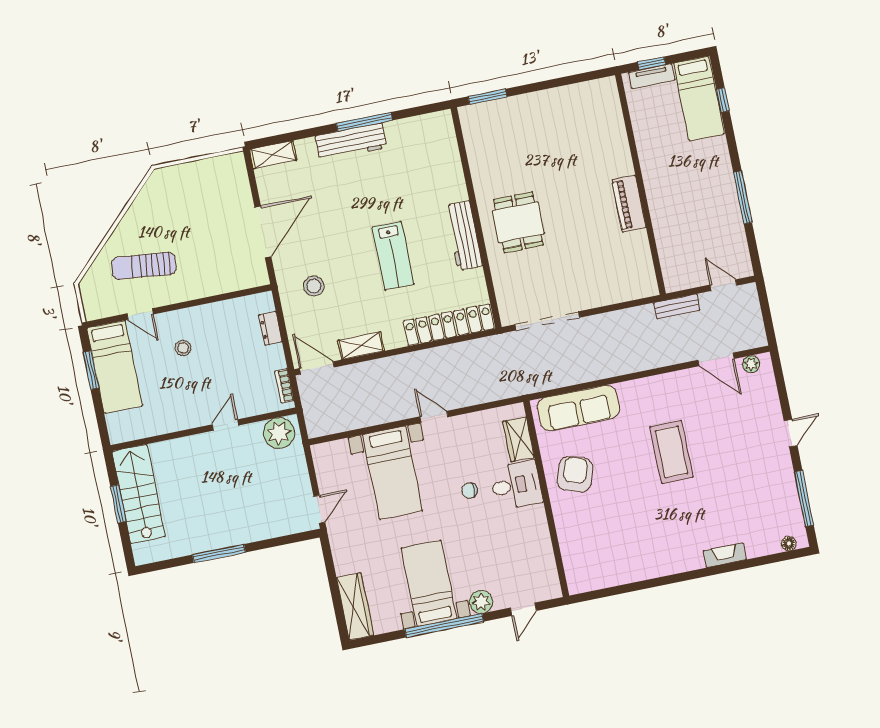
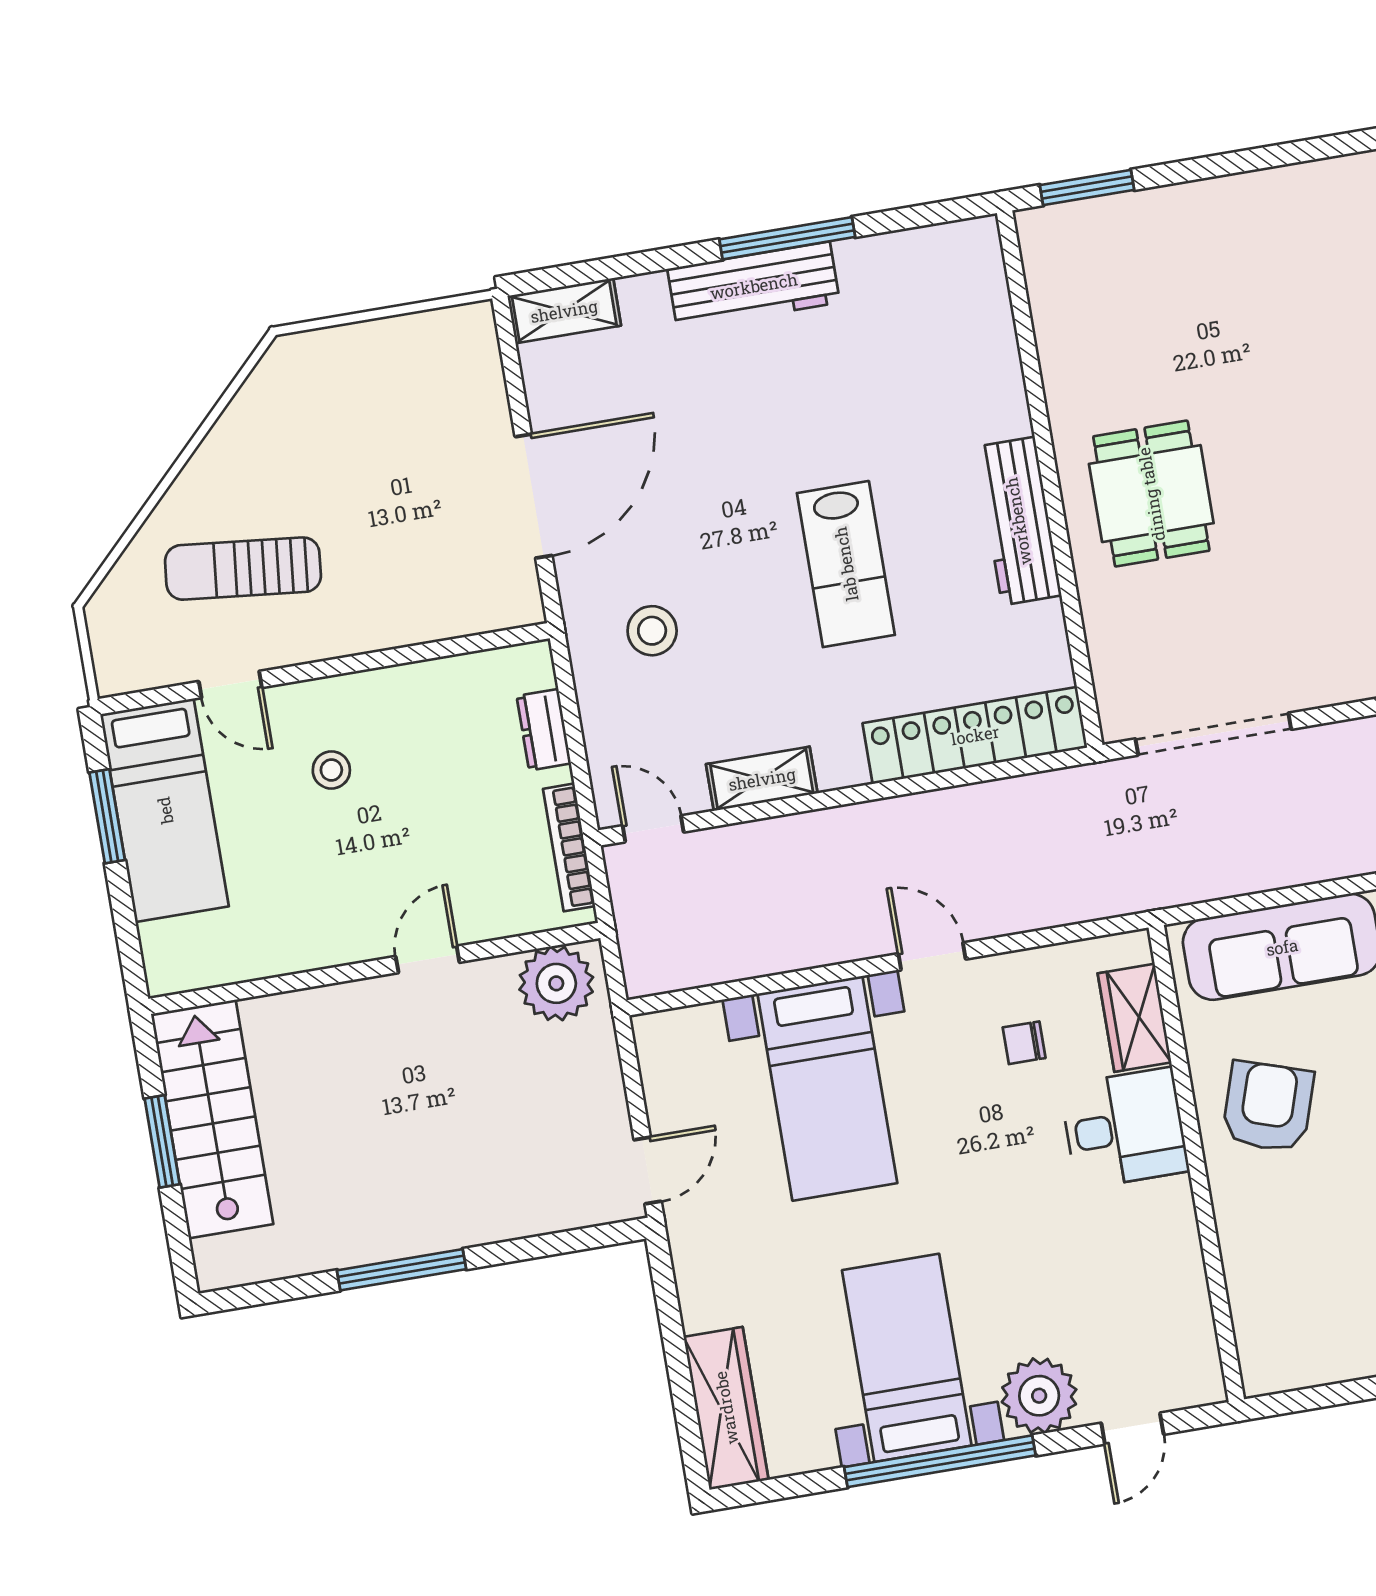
door: (317, 368) -> (653, 829), width x0.73
bookcase: (284, 386) -> (569, 847), width x1.56
chair: (470, 491) -> (1024, 1043), moved
plant: (481, 602) -> (1039, 1396), width x1.36, depth x1.36

